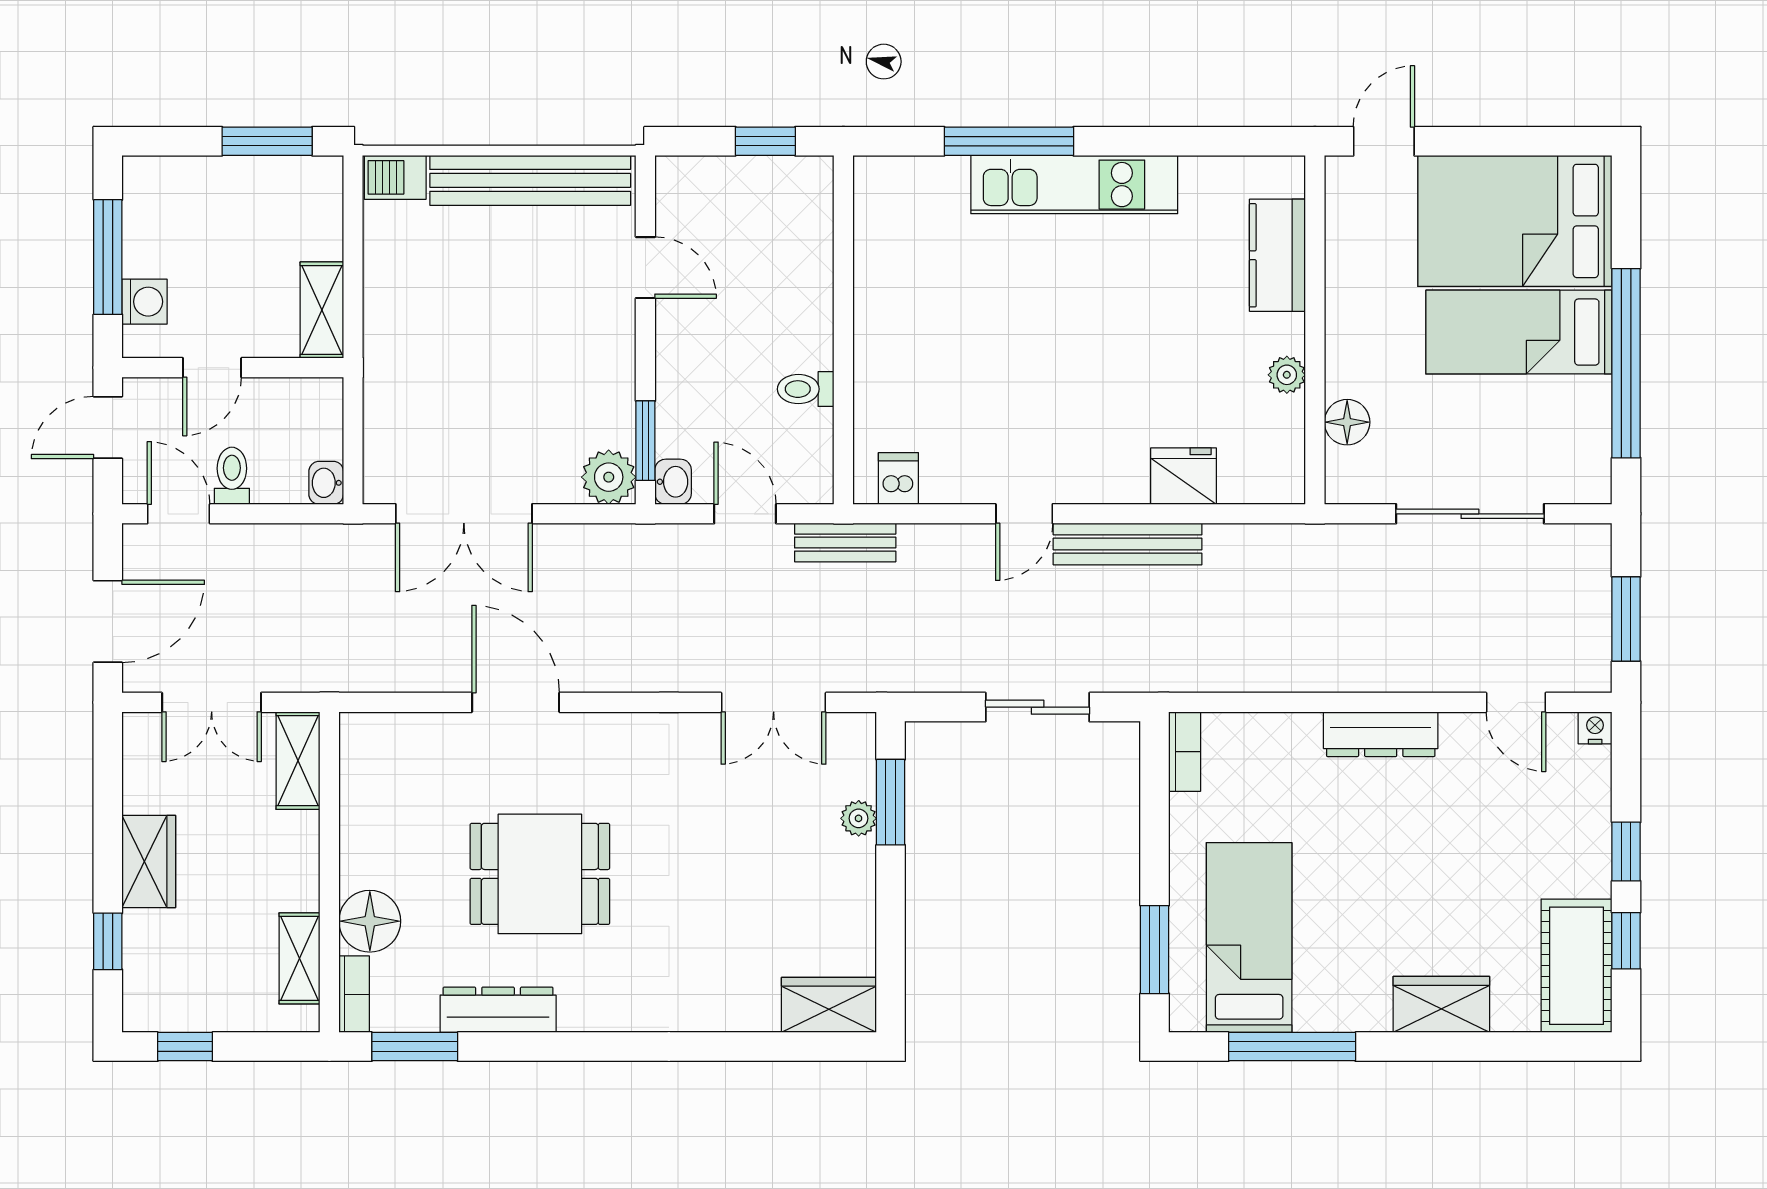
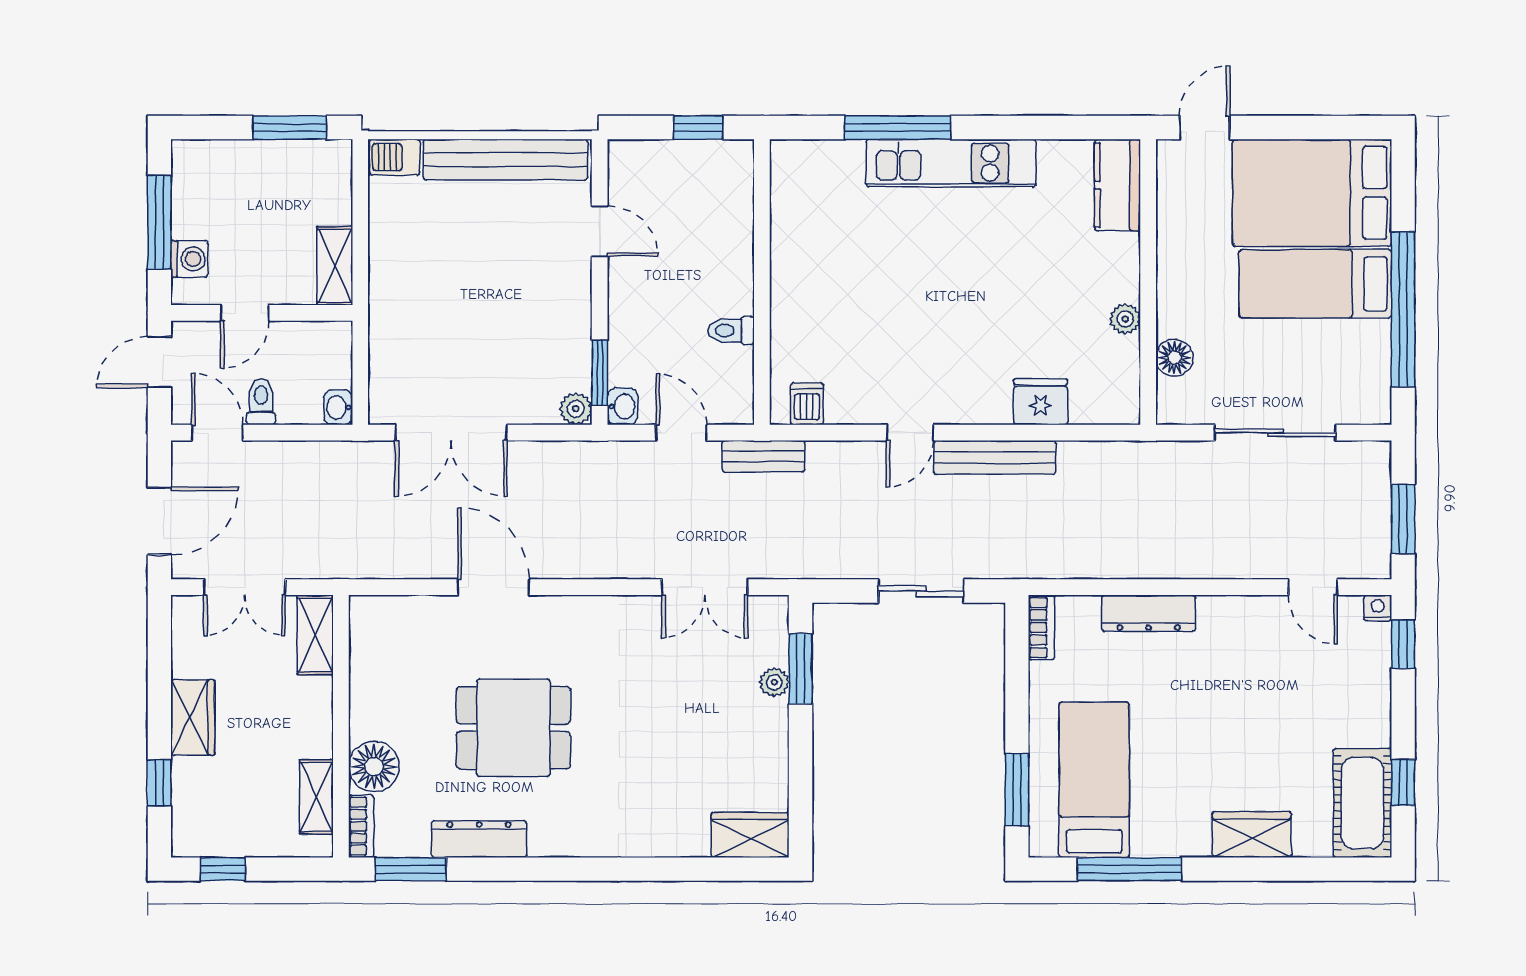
kitchen counter: (1277, 255) -> (1117, 185), moved
plant: (609, 477) -> (576, 409), width x0.73, depth x0.73
dresser: (1381, 734) -> (1149, 613), moved
window: (1626, 852) -> (1403, 644), moved

